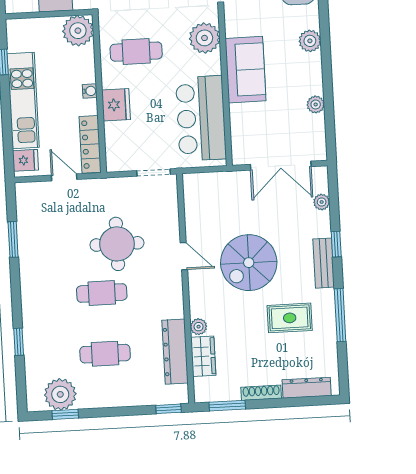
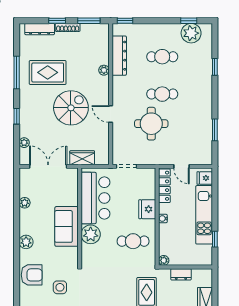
plant: (78, 31) -> (164, 260), width x0.53, depth x0.53
plant: (204, 38) -> (91, 234), moved
bench: (324, 263) -> (25, 105), removed
rug: (290, 318) -> (48, 72), width x1.36, depth x1.43
wardrobe: (203, 356) -> (82, 158), moved, turned 90
window: (279, 403) -> (57, 21), added

